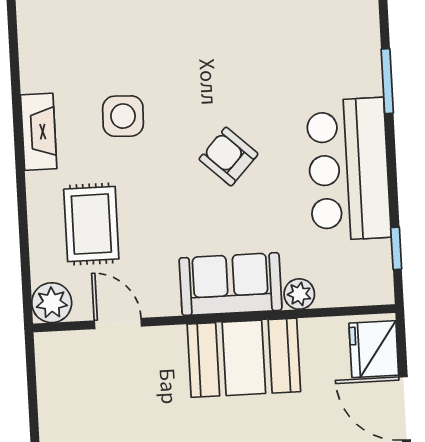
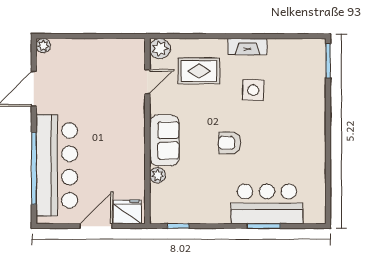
armchair: (228, 157) -> (230, 143), turned -133
bar counter: (349, 169) -> (267, 204), moved
booth: (244, 358) -> (126, 145), removed

